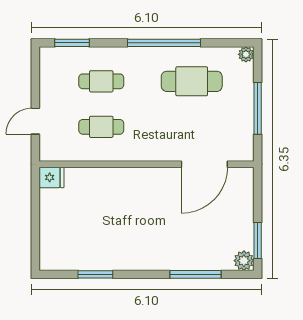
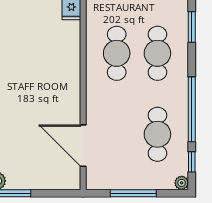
window: (222, 43) -> (192, 162), added
cafe table: (101, 81) -> (157, 53), width x1.37, depth x1.35
cafe table: (101, 127) -> (117, 53), width x1.37, depth x1.35

